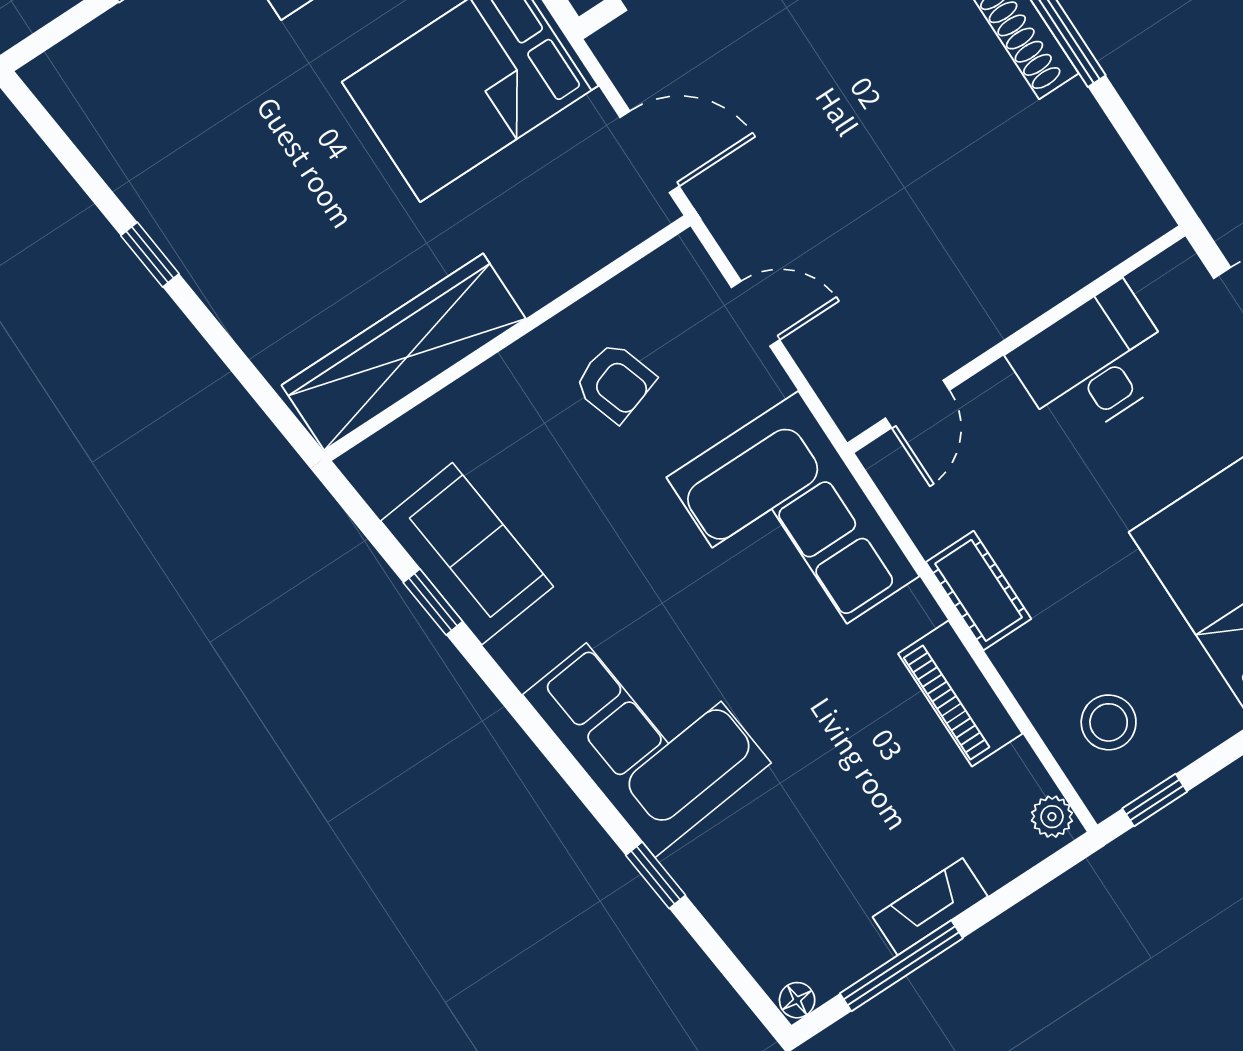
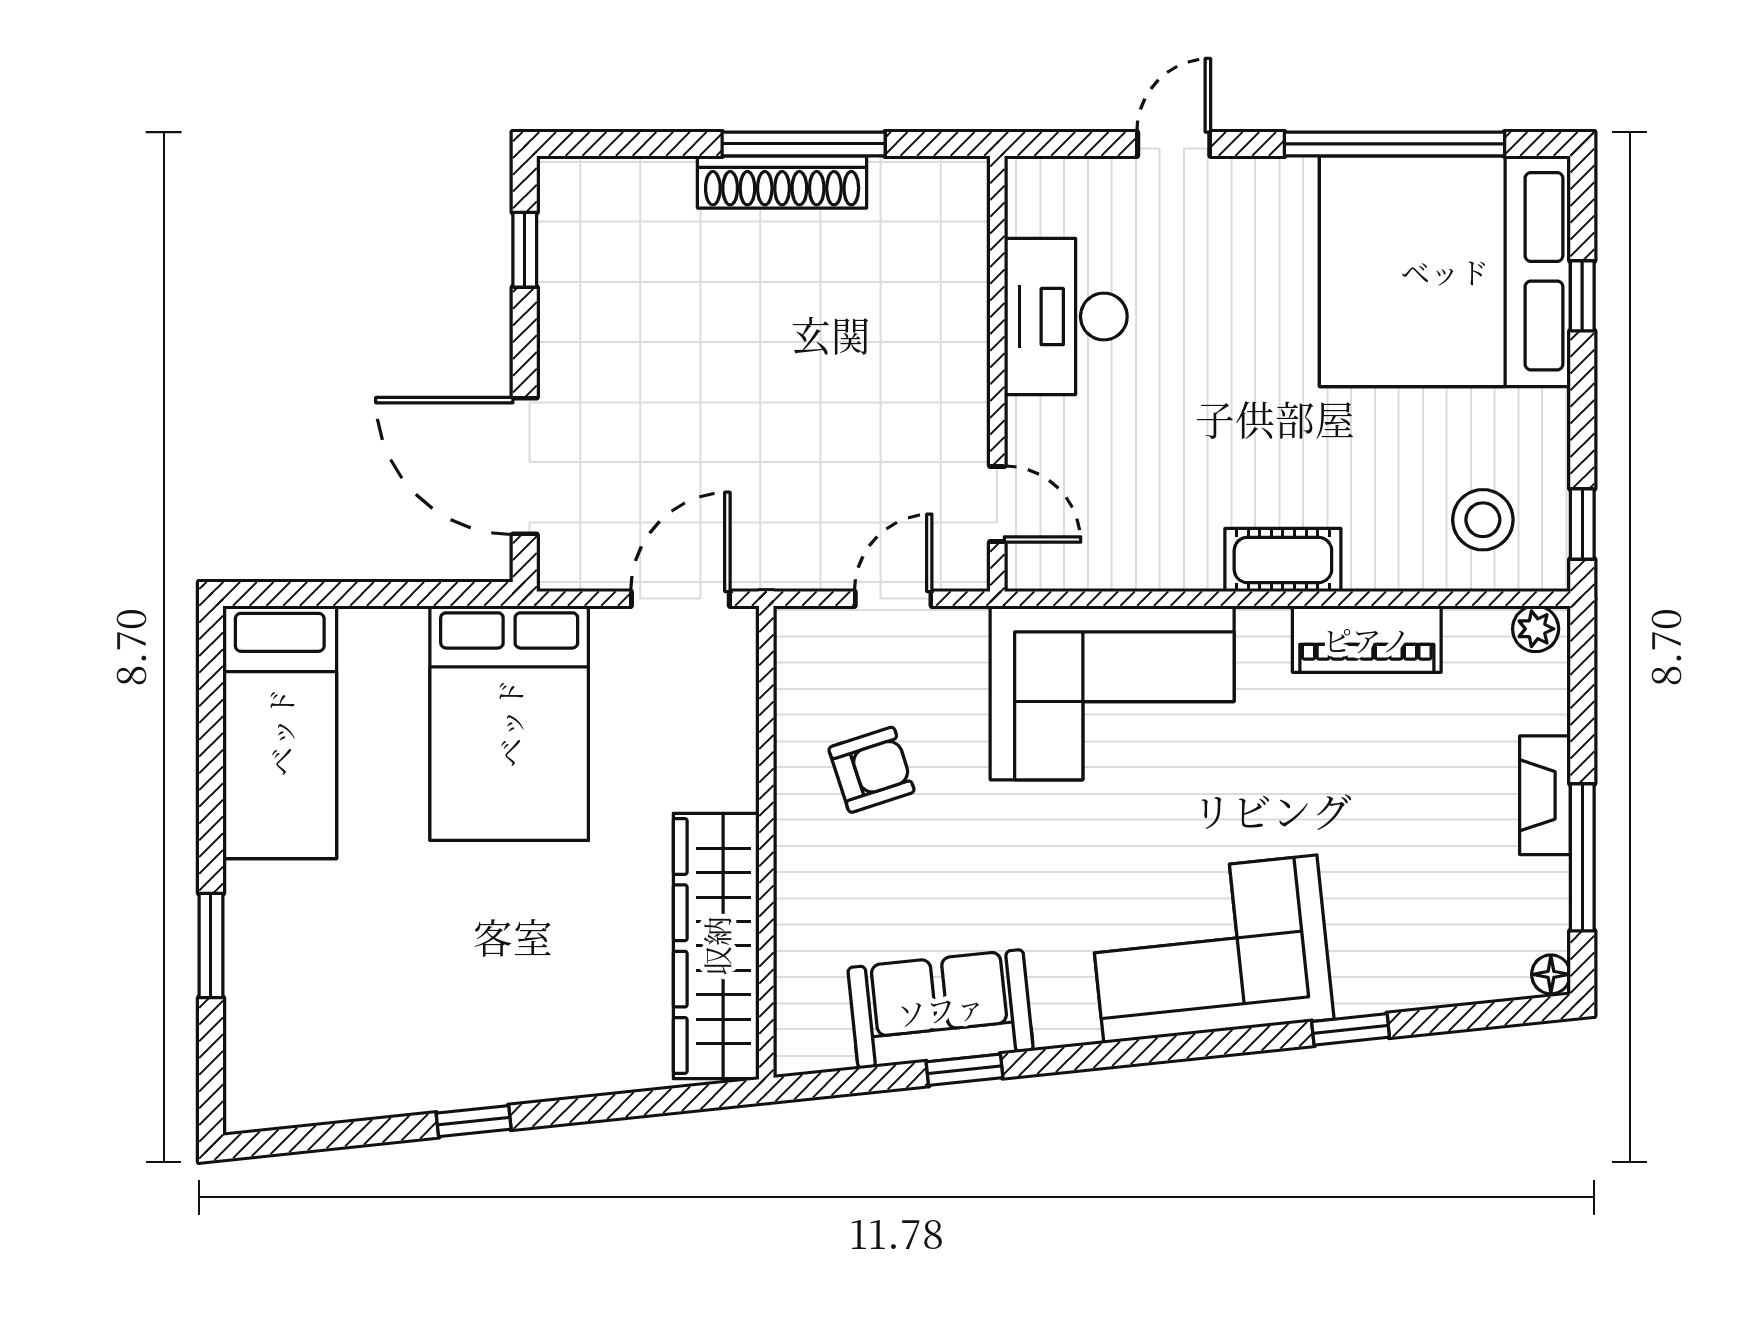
wall: (1016, 339) -> (997, 374), moved
desk: (1094, 363) -> (1066, 317), moved
door: (917, 404) -> (997, 504), moved

